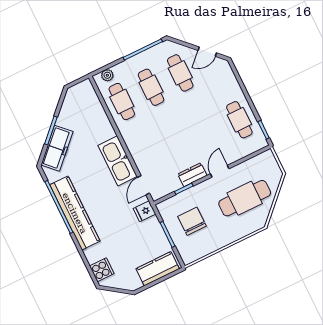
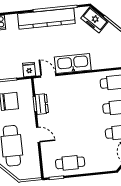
freezer: (57, 148) -> (95, 20), width x0.71
dresser: (192, 175) -> (42, 104), moved

